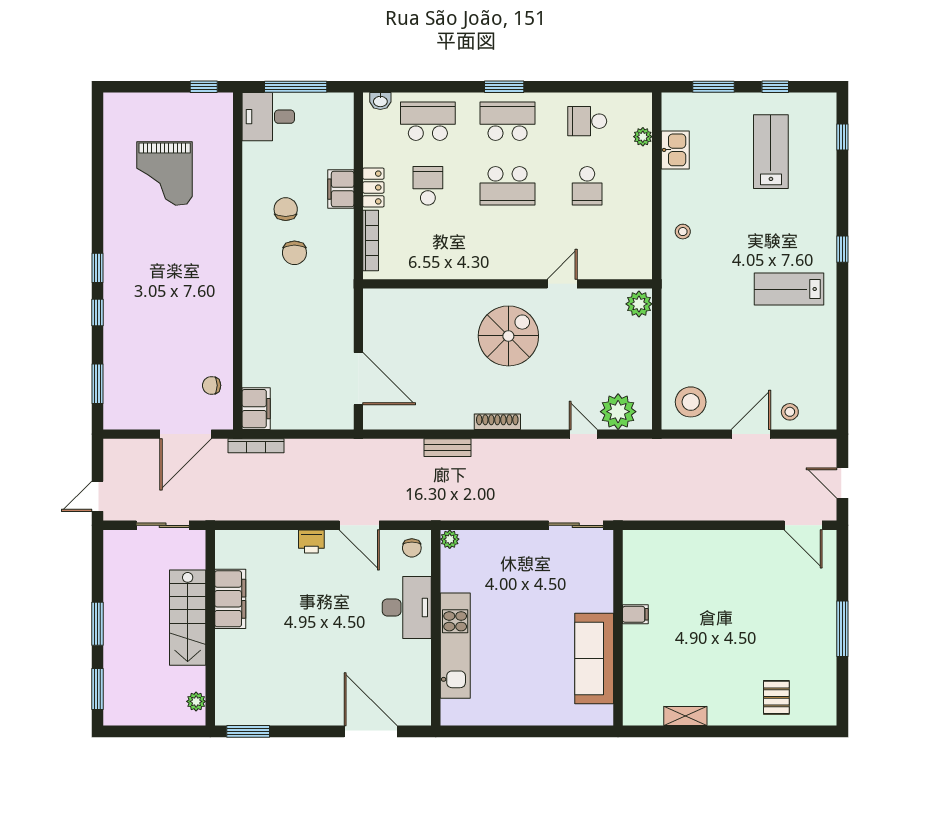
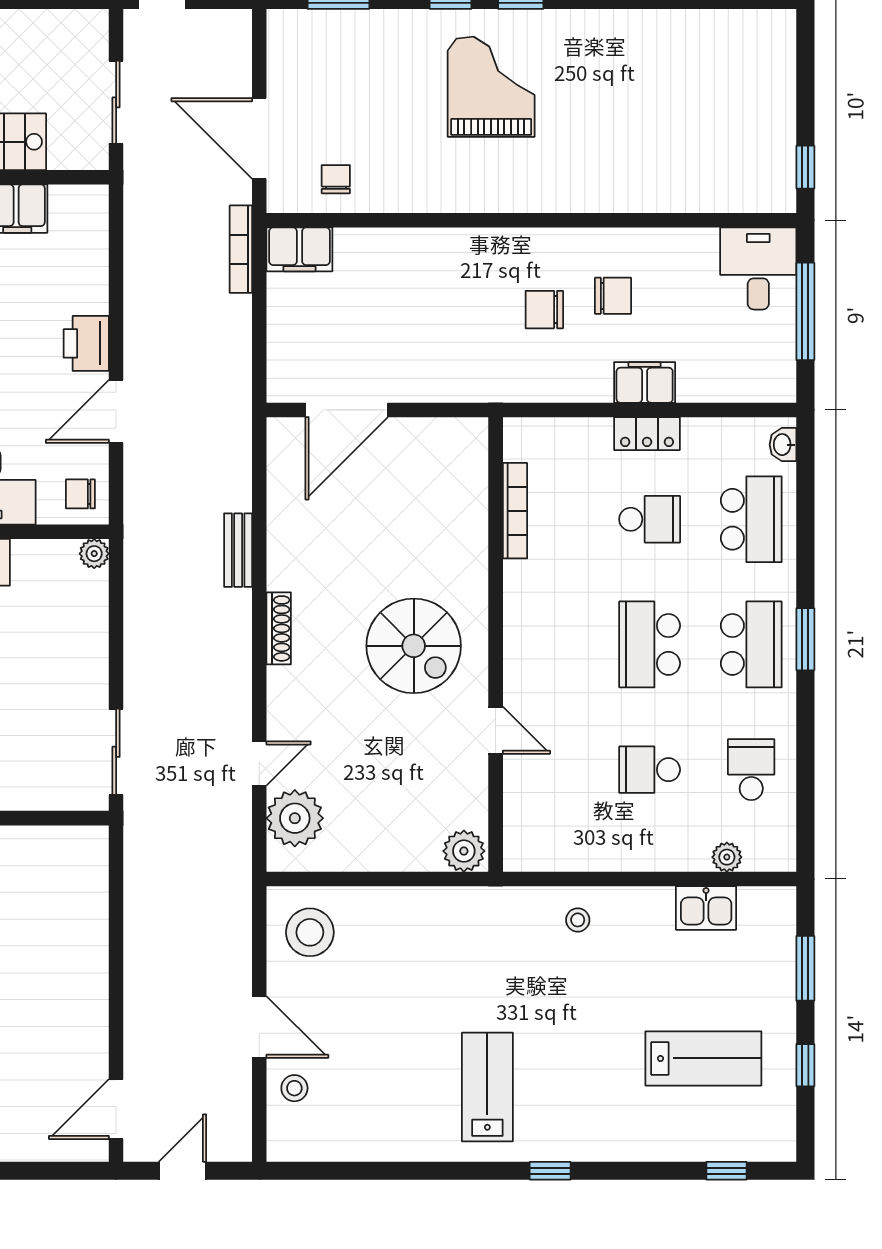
grand piano: (165, 173) -> (491, 87), moved, turned 90
bookcase: (371, 241) -> (515, 511), moved, turned -90
printer: (311, 541) -> (86, 343), width x1.36, depth x1.24

